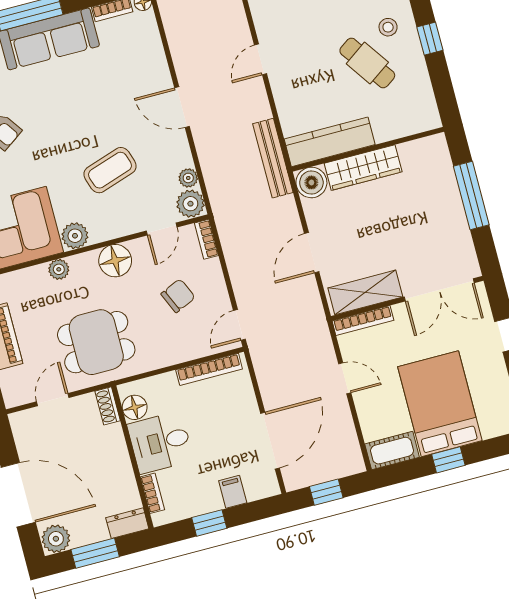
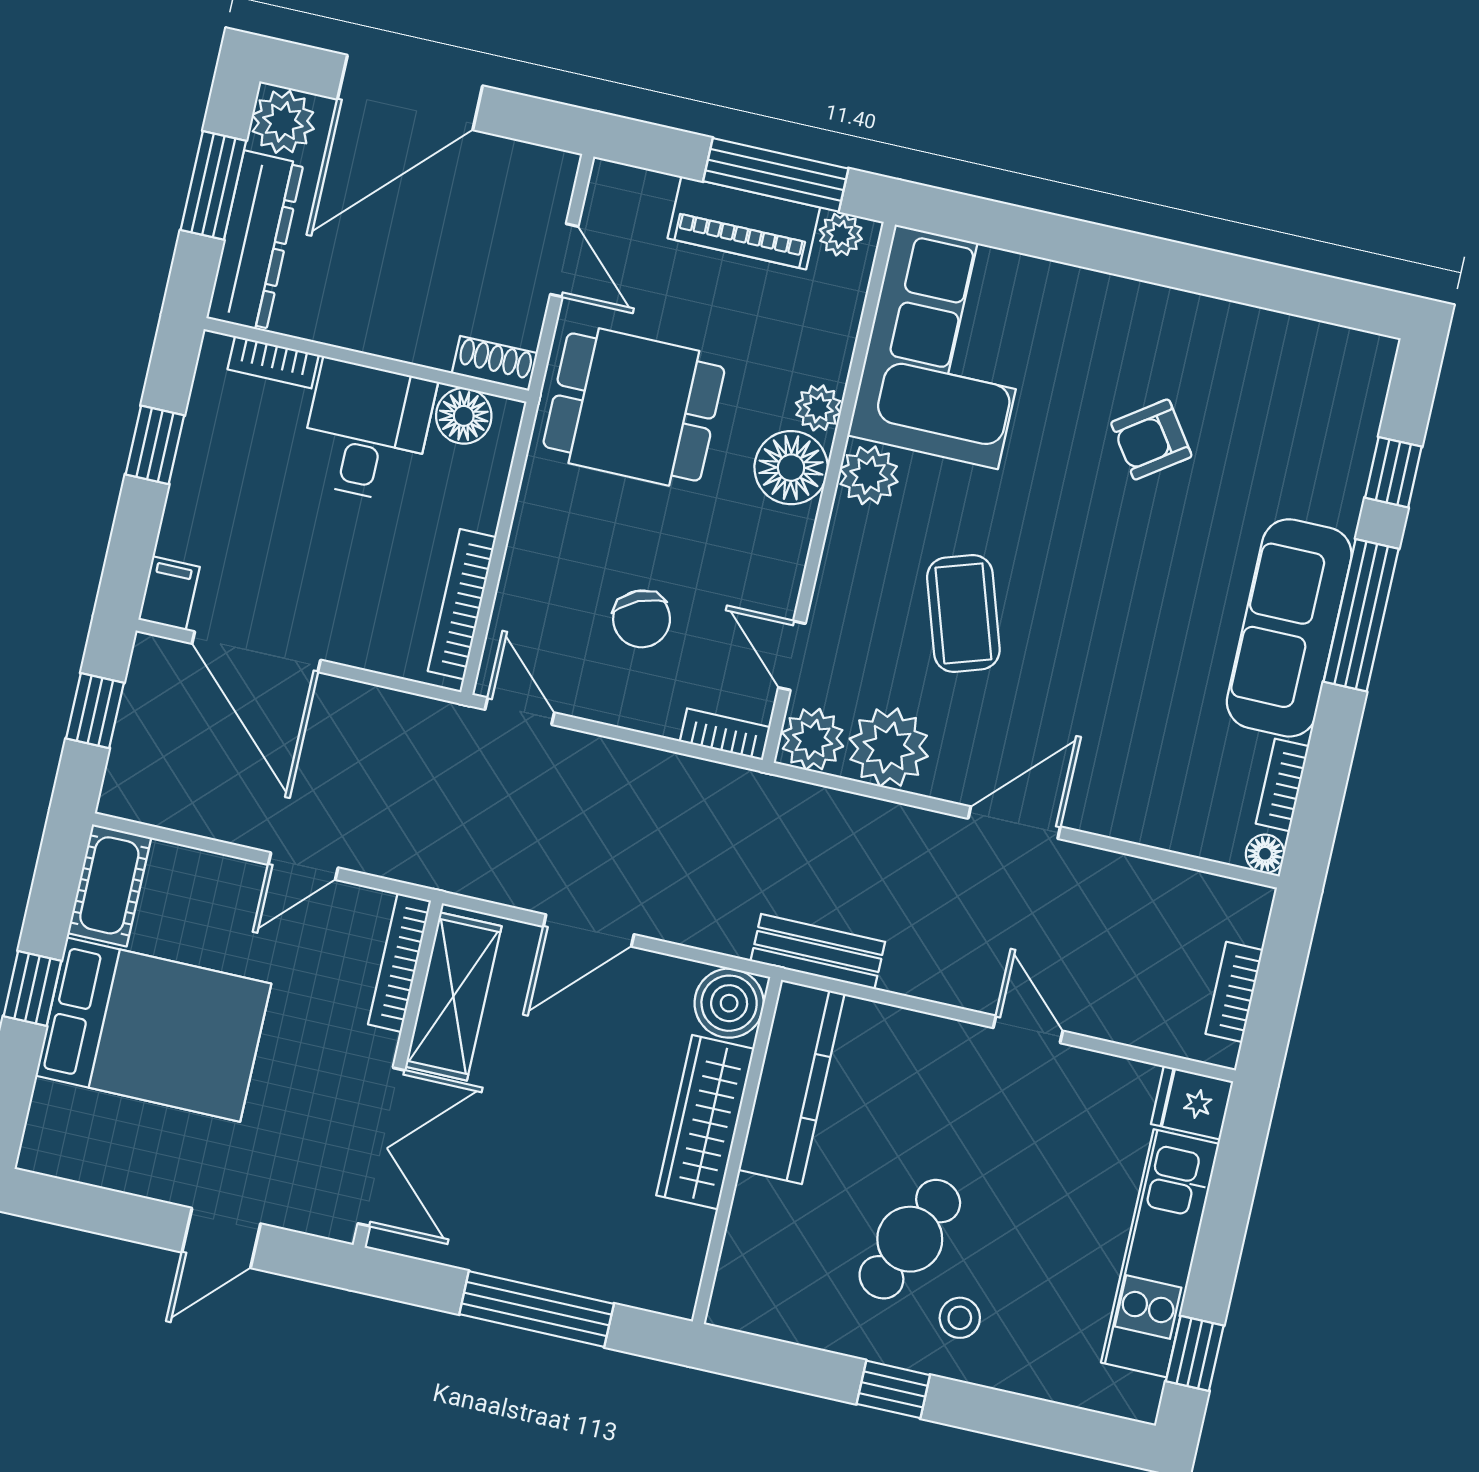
cafe table: (367, 63) -> (910, 1239), turned -31
bench: (273, 158) -> (818, 952), width x0.73
plant: (188, 178) -> (889, 748), width x1.88, depth x1.88
door: (312, 253) -> (589, 930), swing flipped
floor lamp: (115, 261) -> (791, 468), moved
double door: (439, 290) -> (381, 1147), swing flipped
dining table: (96, 342) -> (634, 407), turned 90
filing cabinet: (233, 492) -> (169, 593), moved, turned -90
dresser: (127, 523) -> (255, 241), width x1.96, depth x1.24

